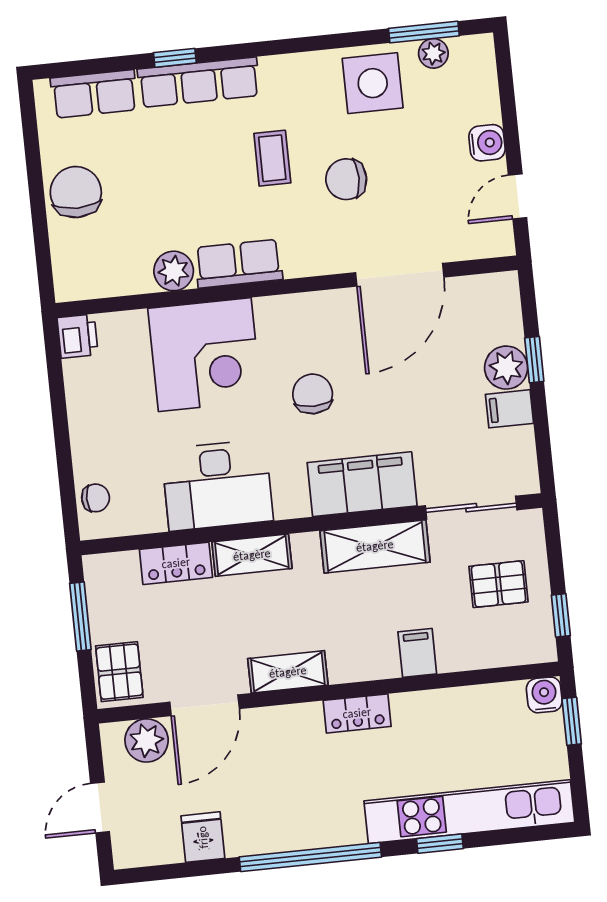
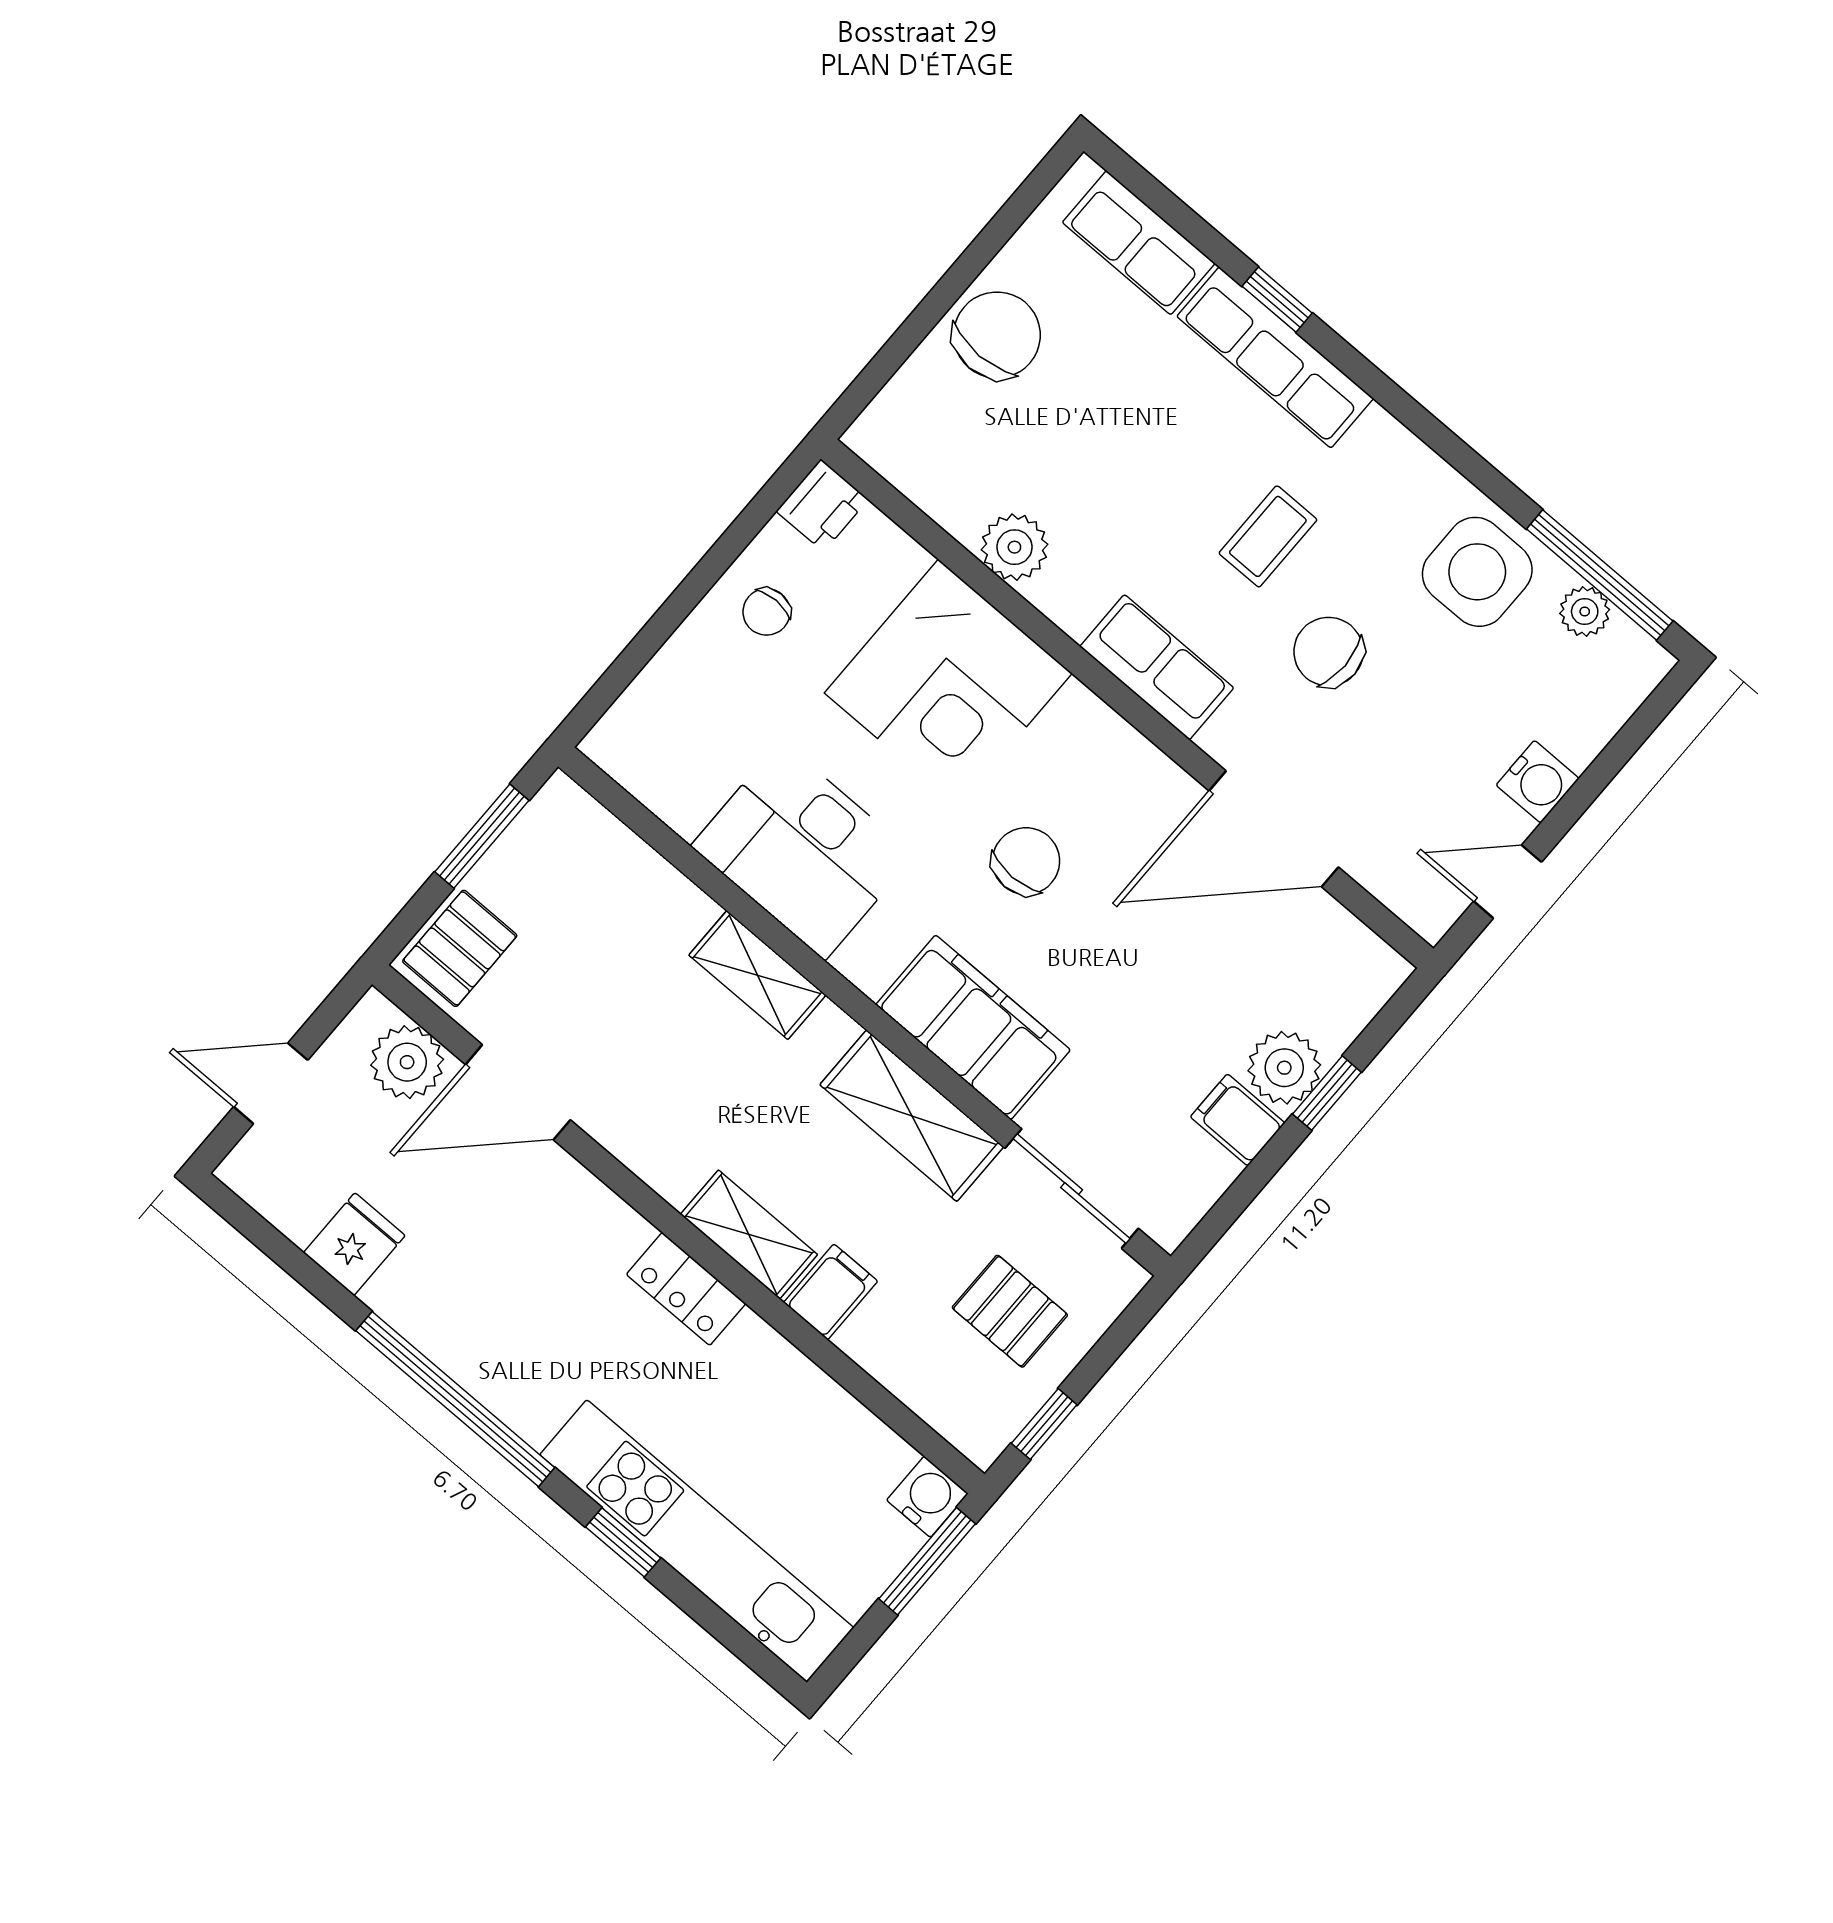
window: (424, 32) -> (1600, 575), width x1.44
row of seats: (239, 264) -> (1157, 667), moved
chair: (96, 498) -> (767, 612), moved, turned 90
locker: (176, 563) -> (658, 891), removed
shelving: (288, 672) -> (749, 1235), moved
window: (572, 721) -> (927, 1561), width x1.50

